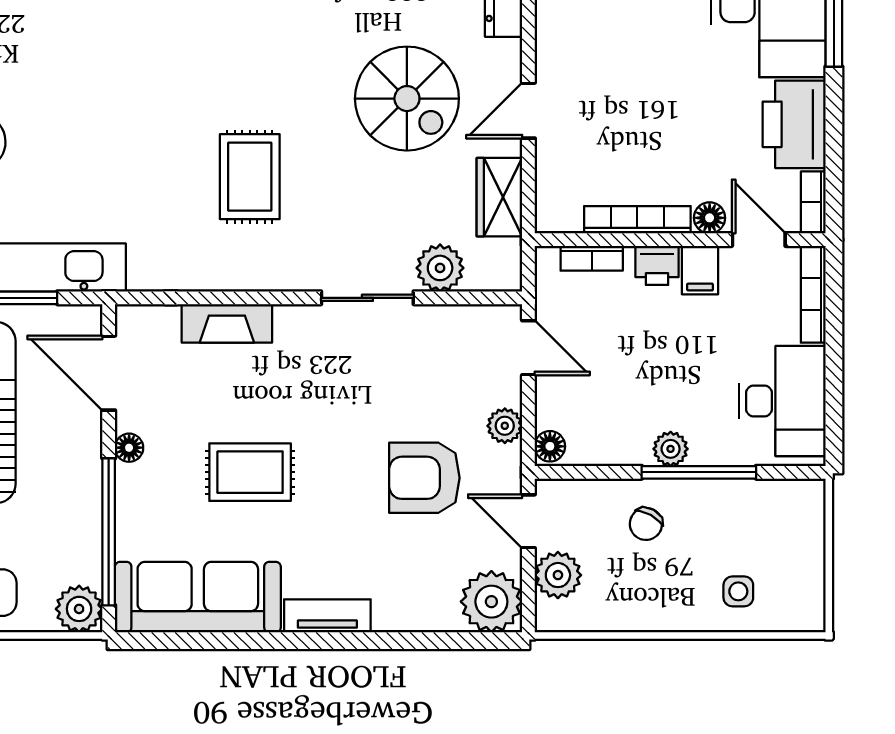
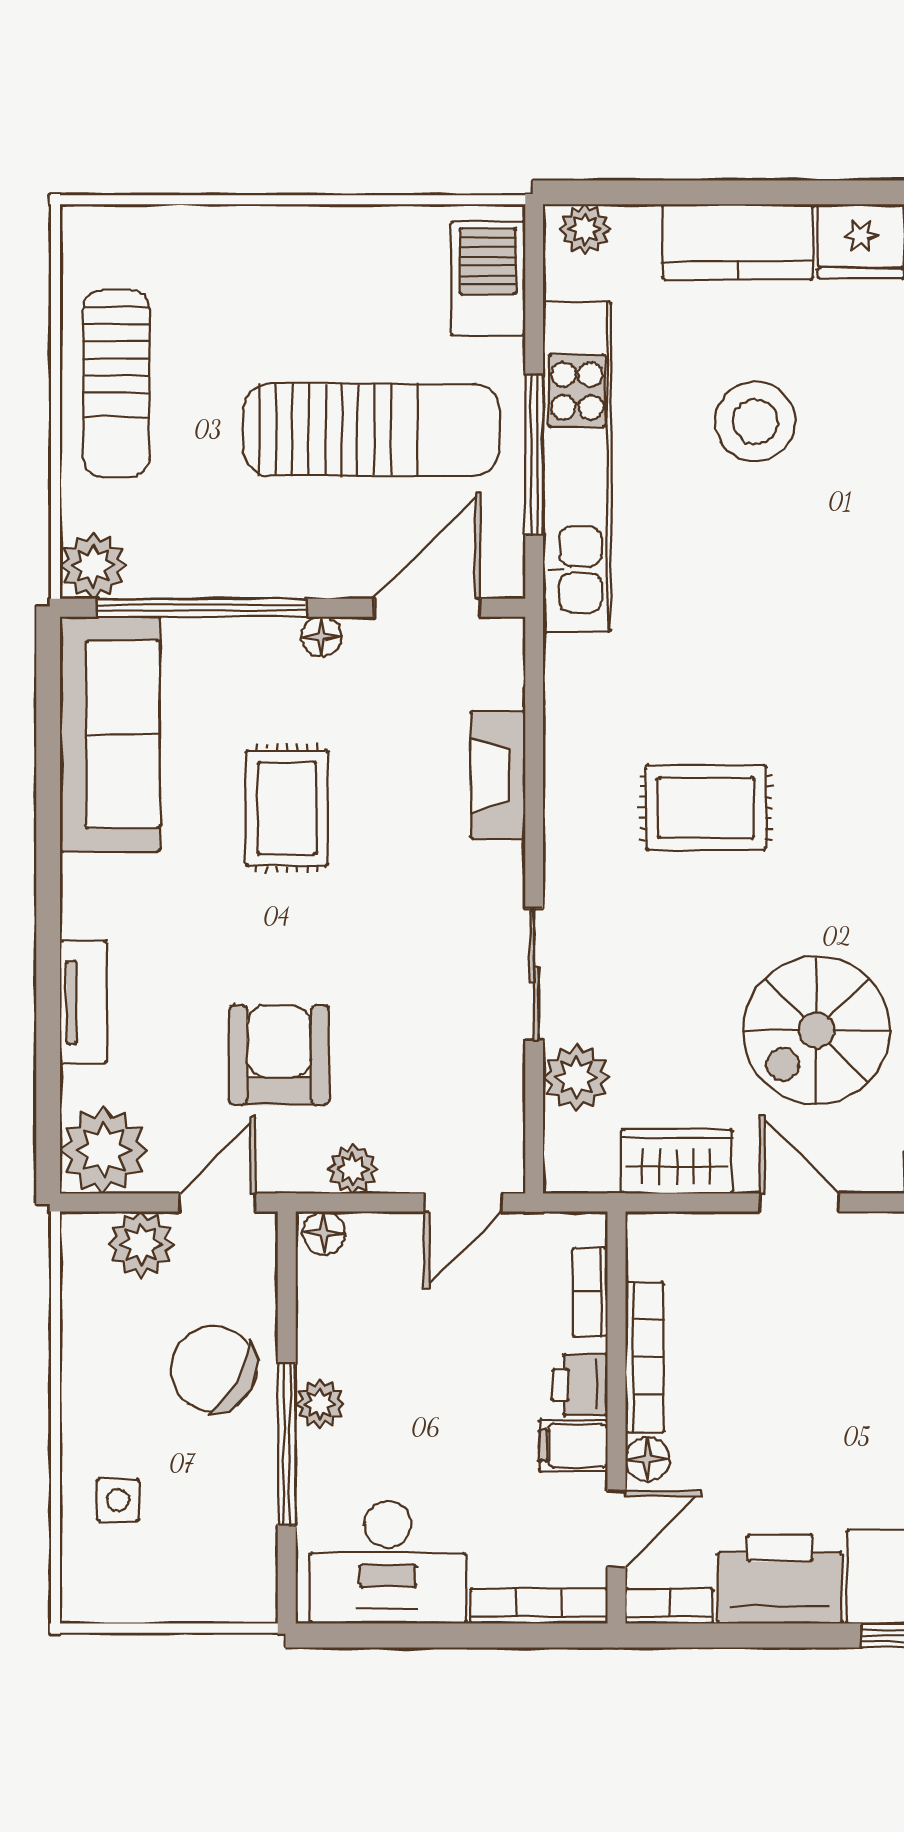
chair: (646, 524) -> (214, 1369), width x1.87, depth x1.87
tv unit: (327, 616) -> (83, 1002), moved

